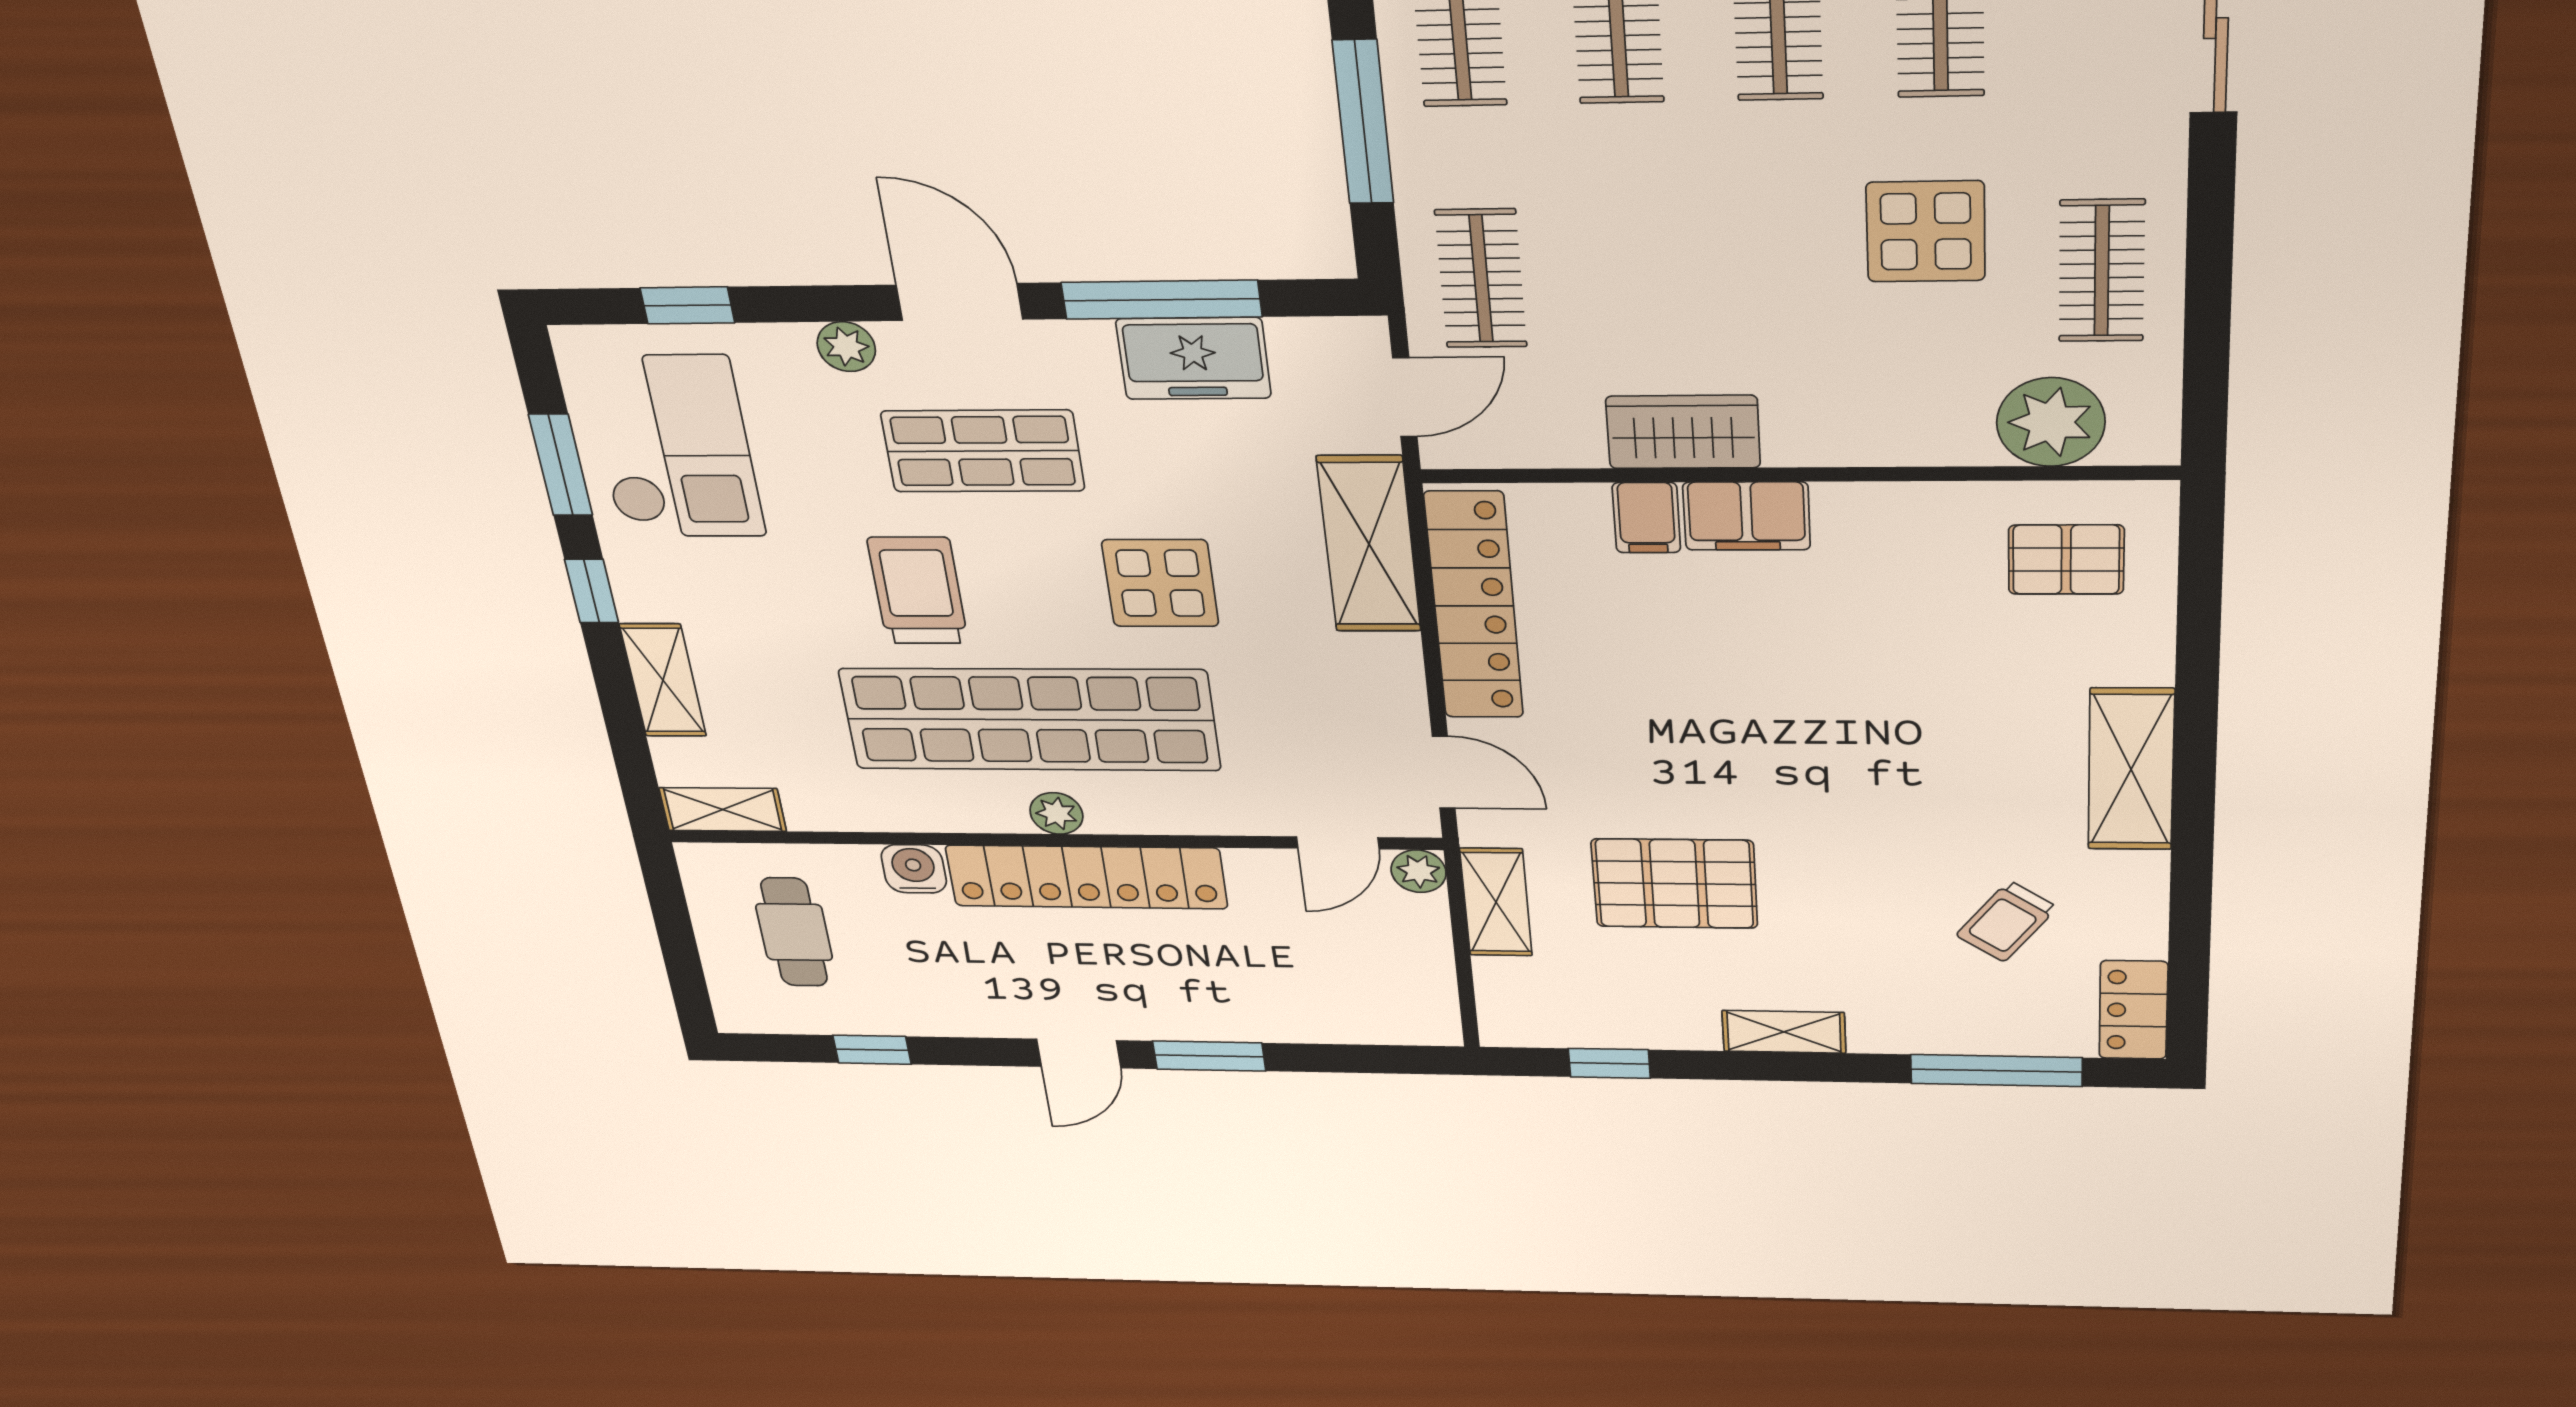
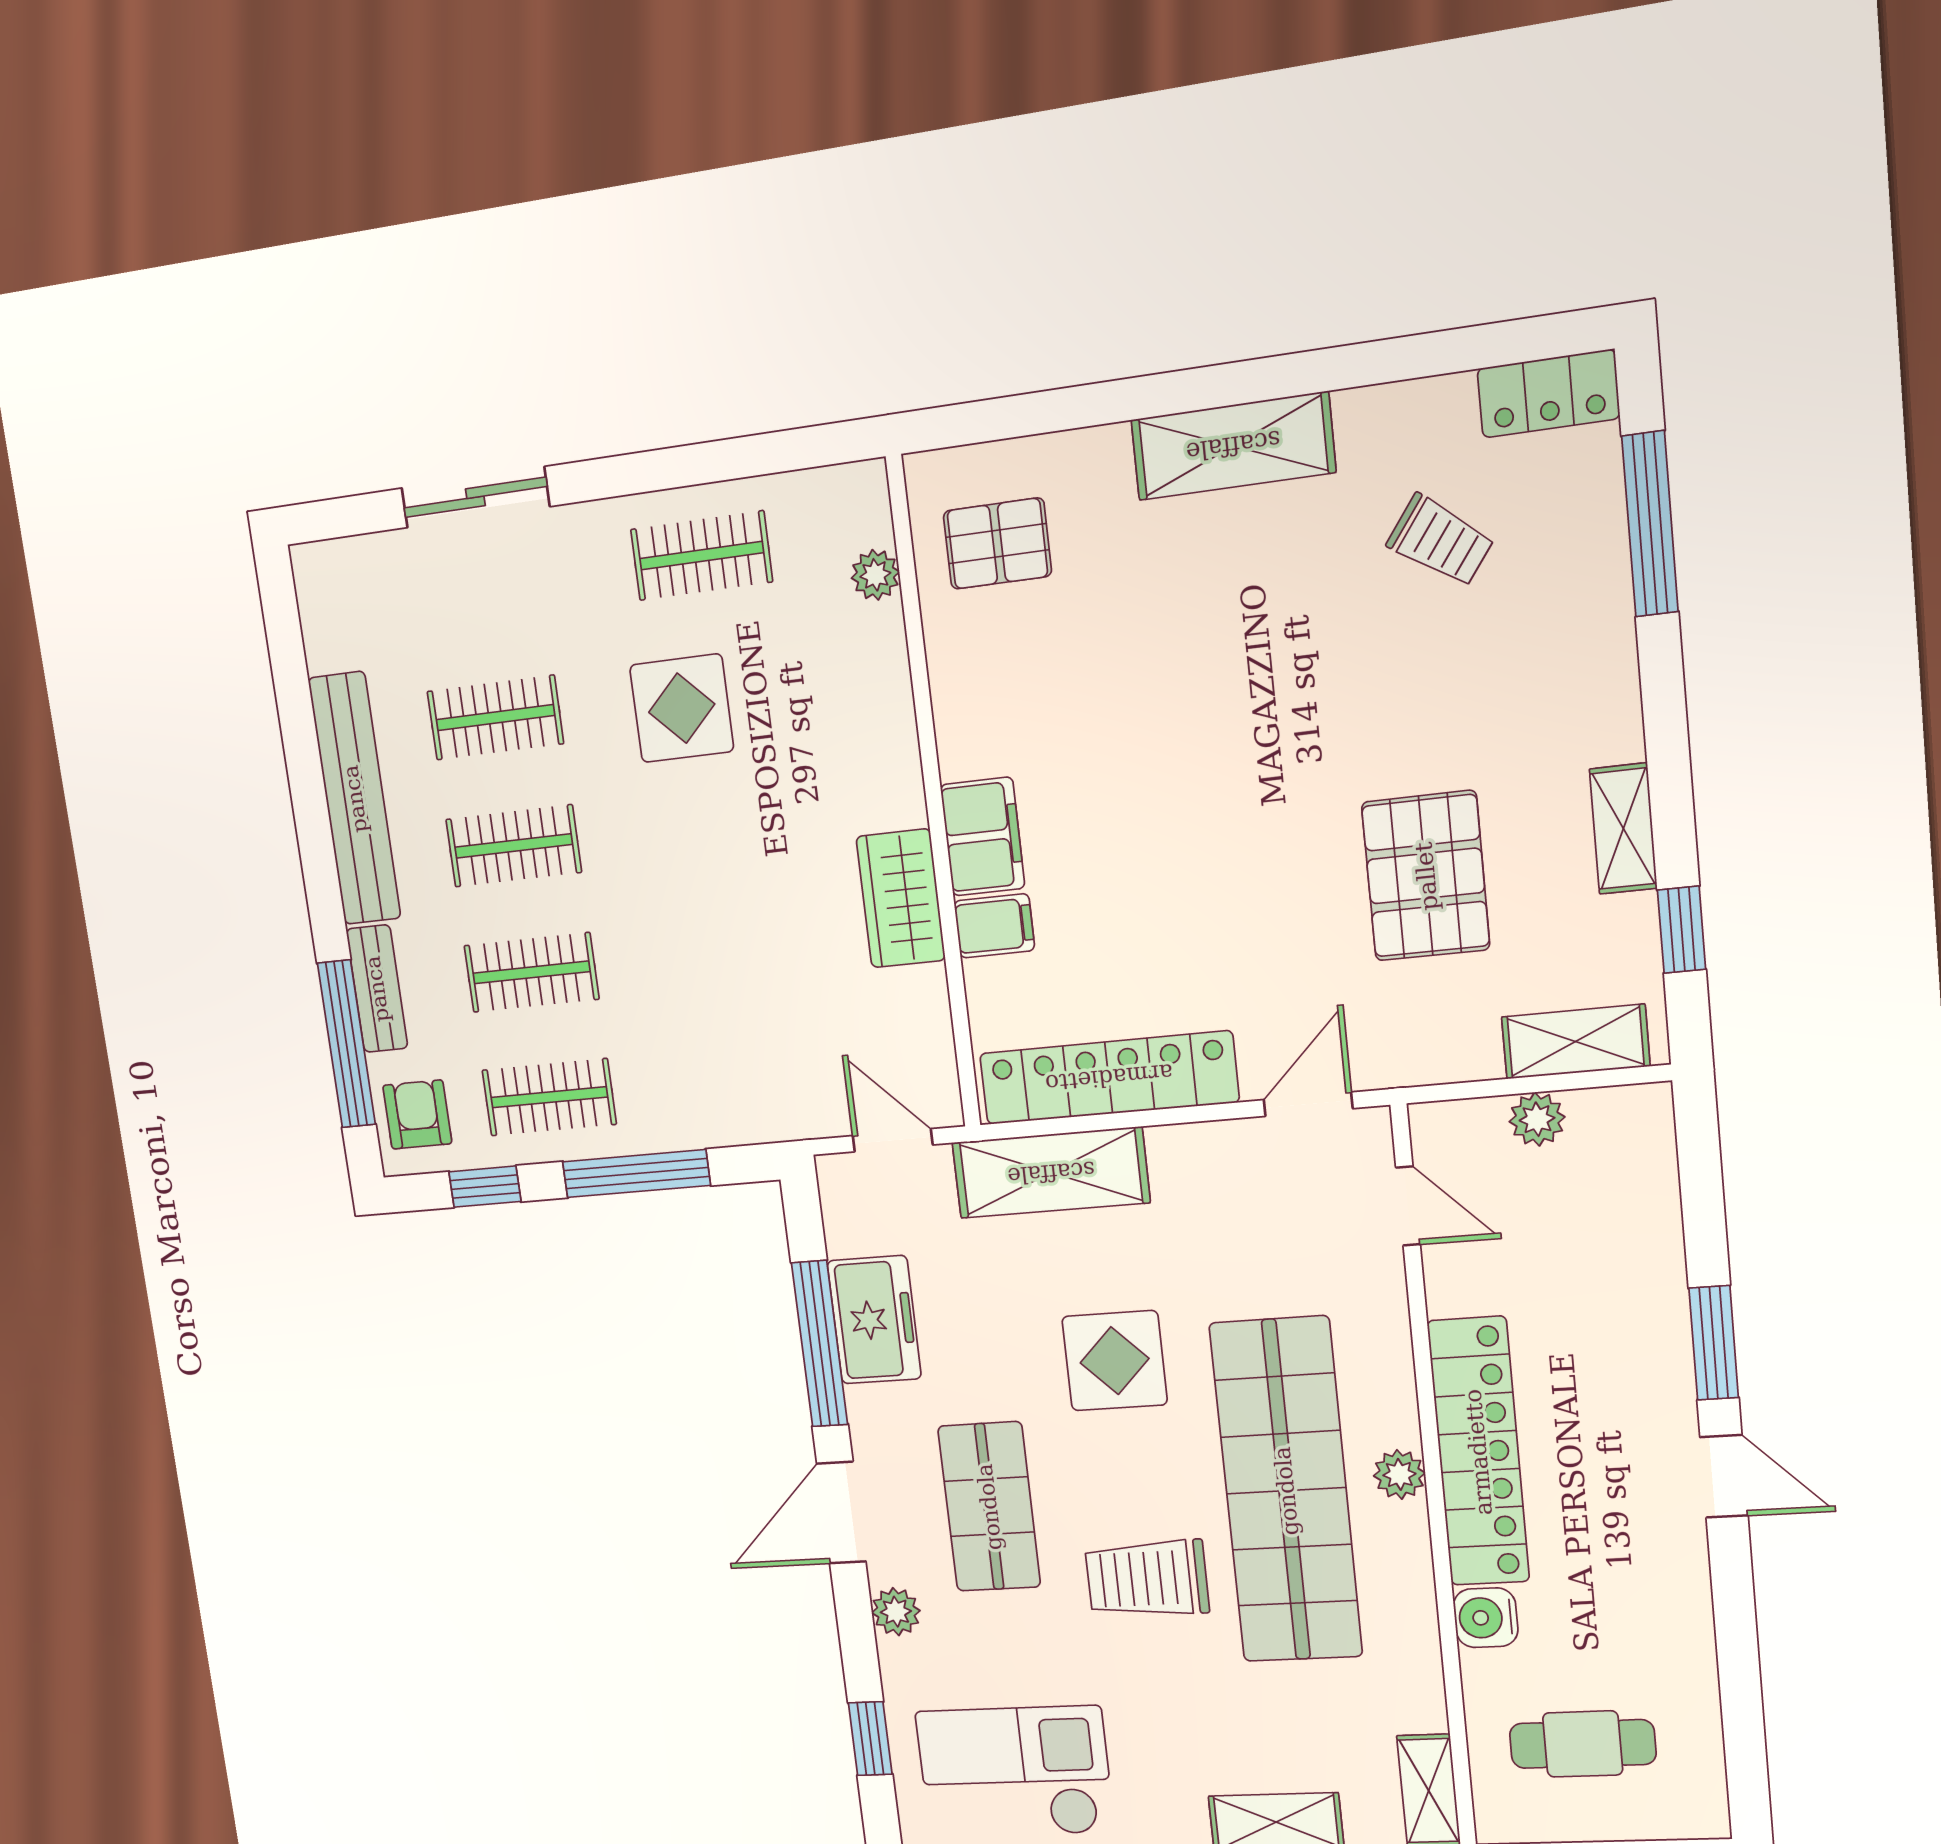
clothes rail: (1481, 279) -> (769, 1077), removed
plant: (2051, 422) -> (875, 575), width x0.53, depth x0.53
pallet: (2066, 560) -> (997, 544), turned 90
plant: (1419, 871) -> (1537, 1119), moved
shelving: (1496, 902) -> (1576, 1042), moved
shelving: (1784, 1032) -> (1623, 829), moved
window: (872, 1050) -> (1740, 1686), removed

